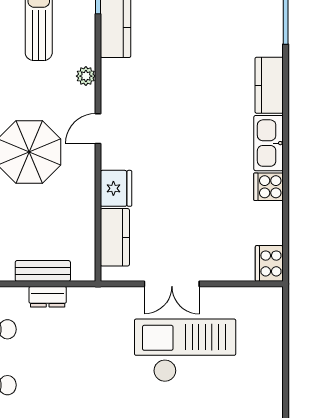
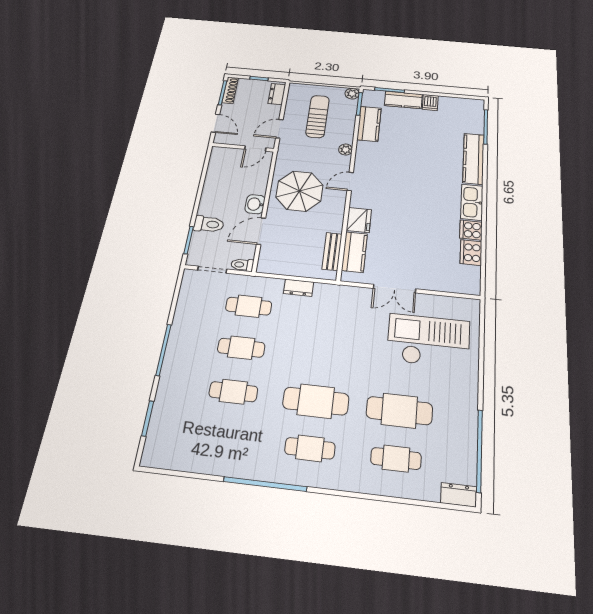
kitchen counter: (269, 85) -> (473, 159), width x1.50
cooker: (269, 263) -> (471, 253), moved
bench: (43, 271) -> (332, 251), moved, turned 90
checkout: (185, 350) -> (428, 341), moved

